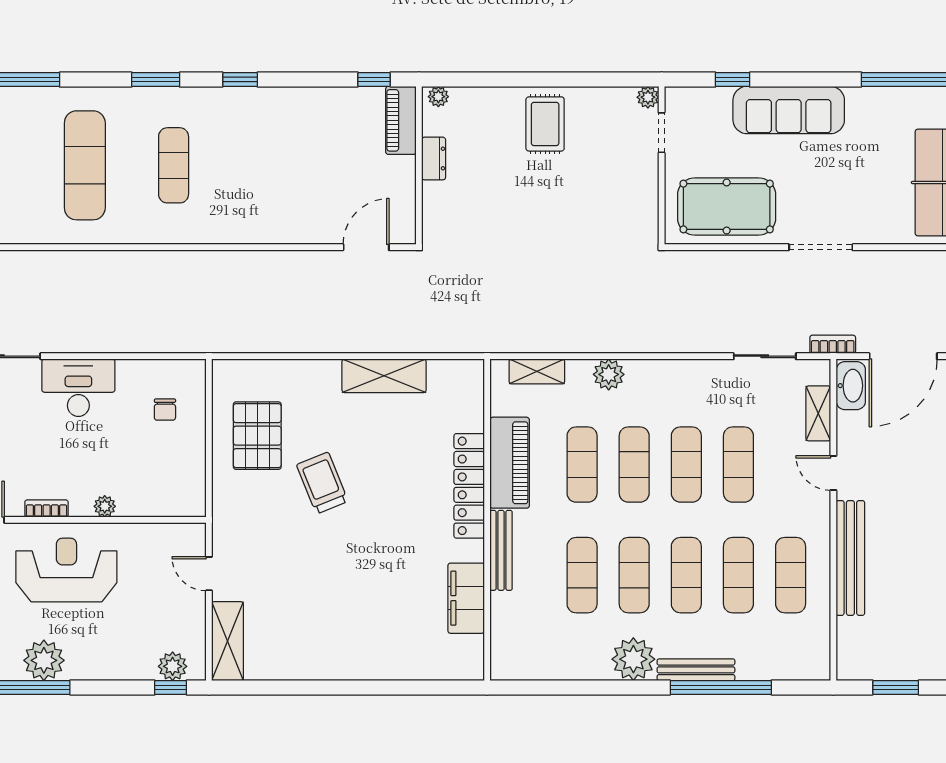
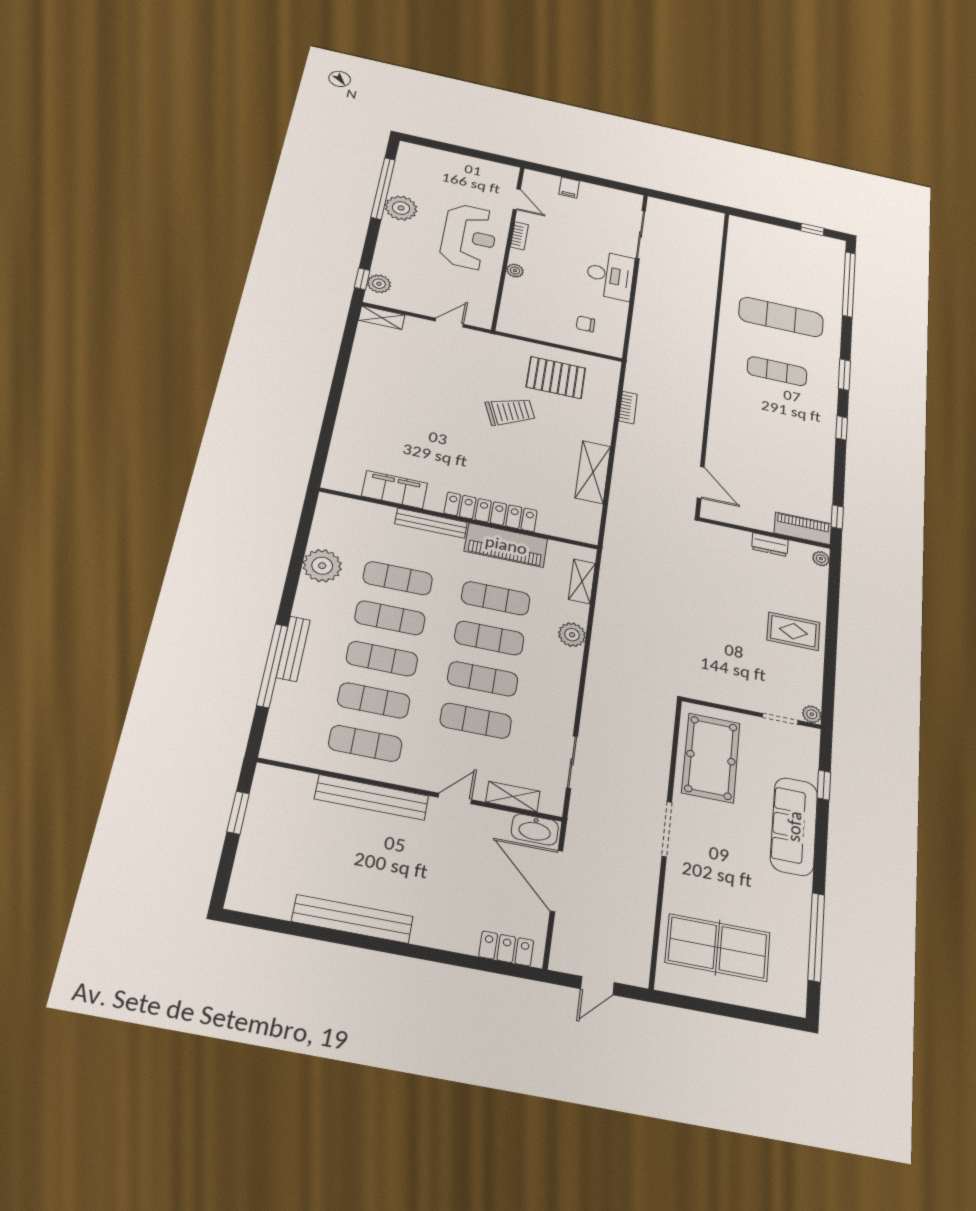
bookcase: (833, 344) -> (628, 407), moved
shelving: (228, 641) -> (382, 318), width x0.67, depth x0.75
plant: (633, 659) -> (322, 566), moved

